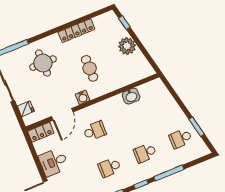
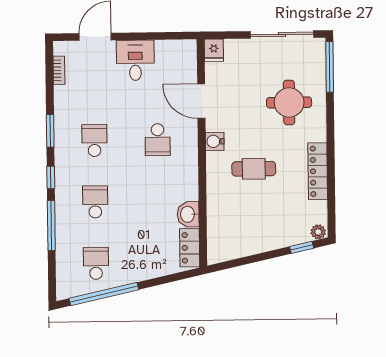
plant: (127, 46) -> (318, 232), moved, width x0.53, depth x0.53
fridge: (26, 109) -> (214, 50), moved
window: (197, 127) -> (104, 294), width x2.11
locker: (41, 132) -> (190, 248), moved

